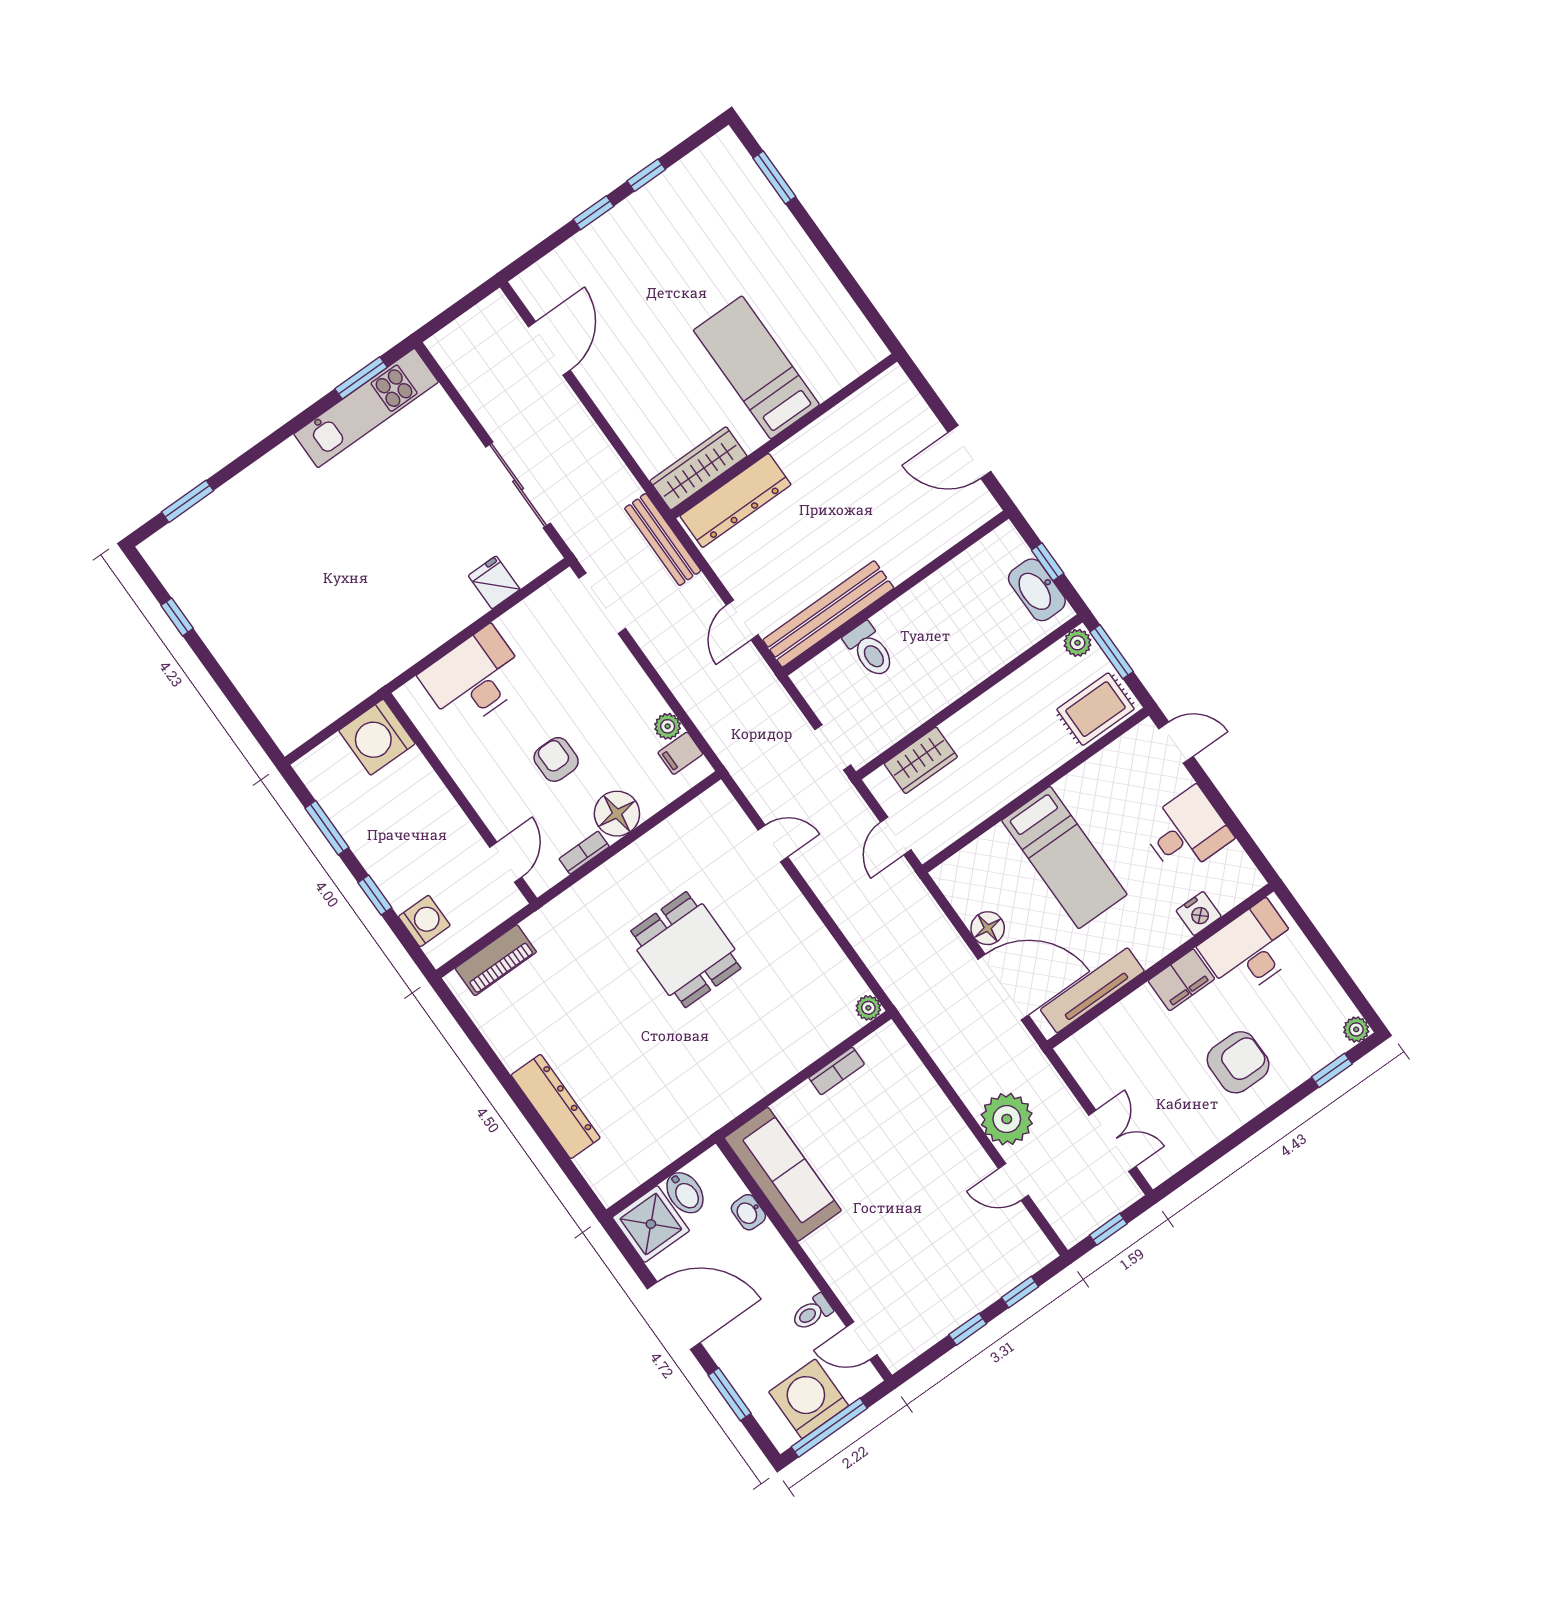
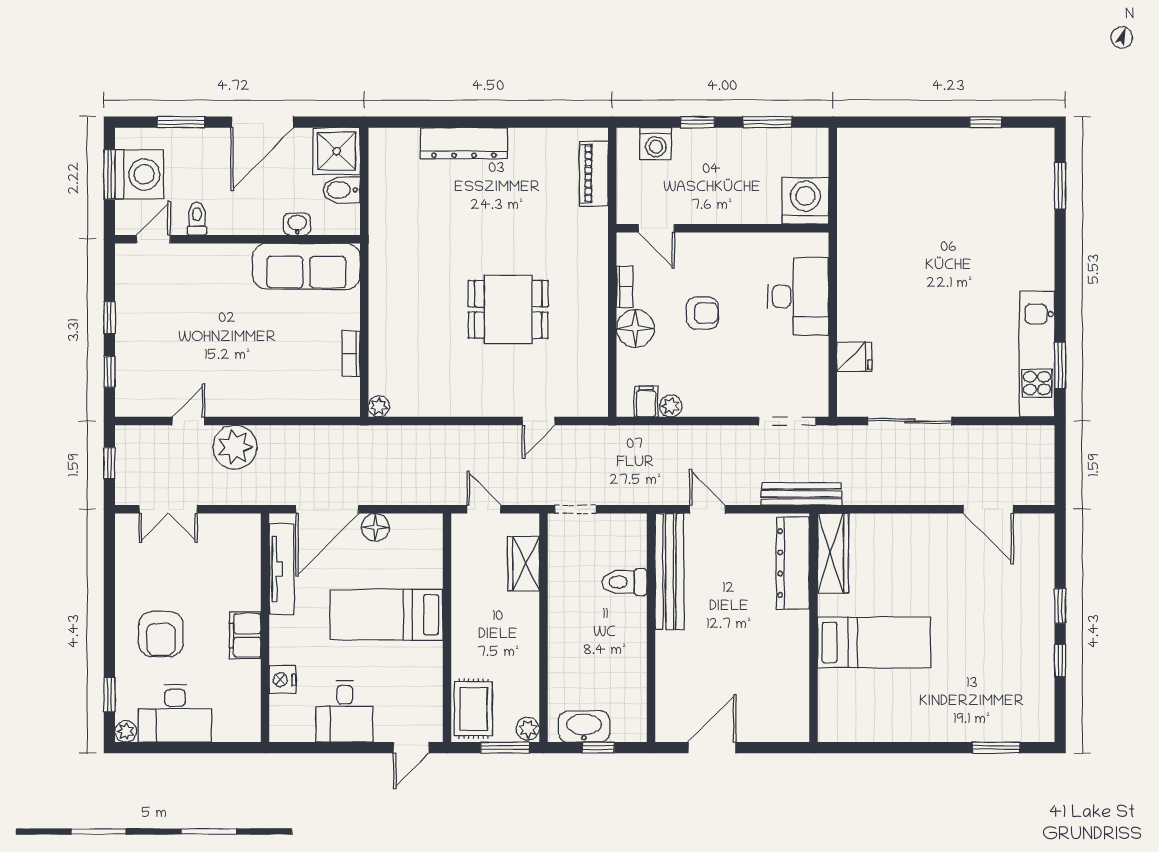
desk: (1251, 950) -> (175, 713), moved, turned 90
window: (829, 1428) -> (109, 174), width x0.69

